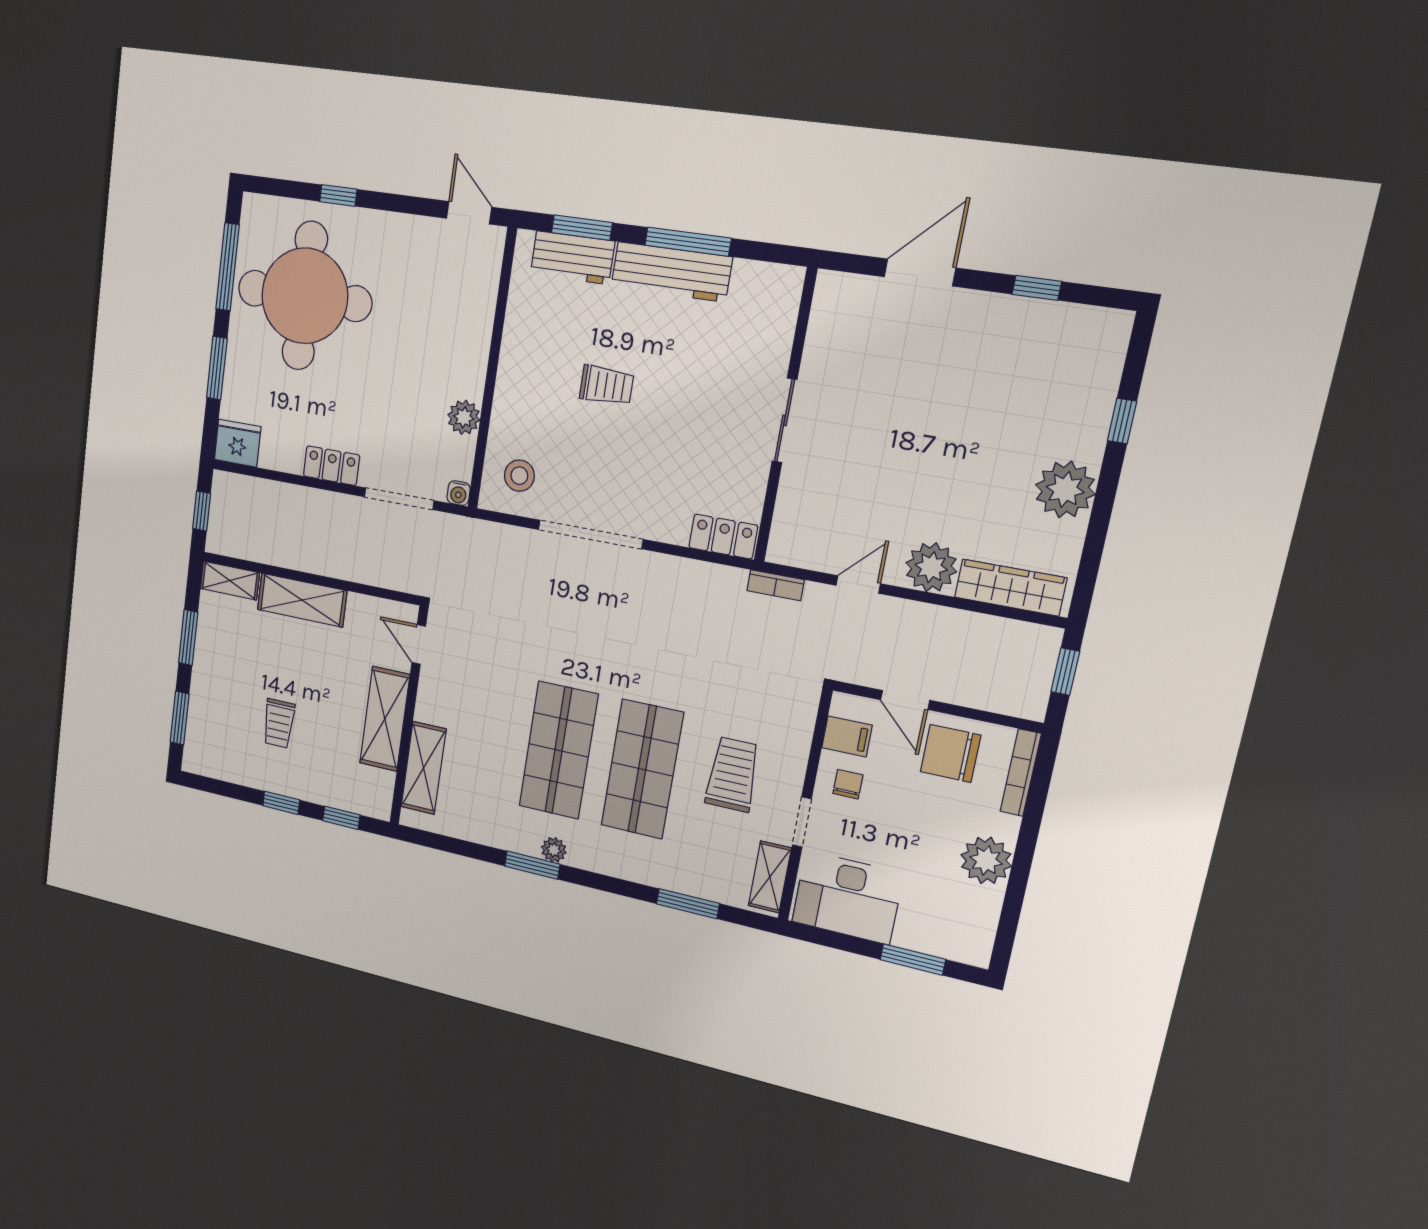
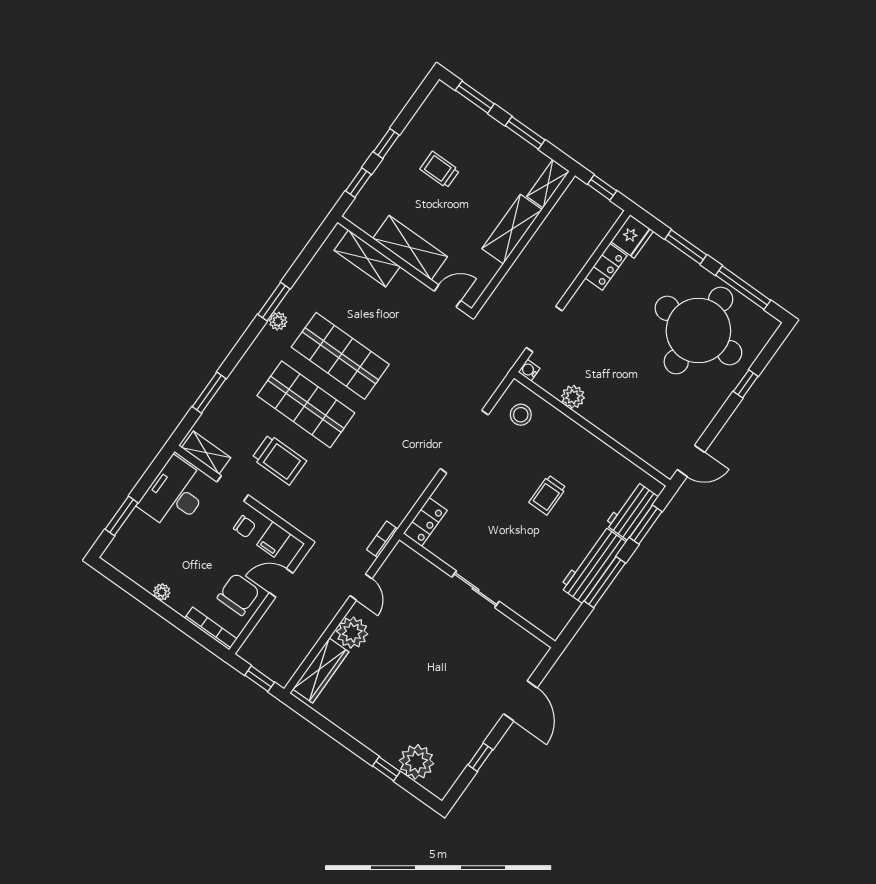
locker: (331, 466) -> (606, 267), moved
plant: (1065, 489) -> (417, 762), moved
plant: (986, 860) -> (162, 592), width x0.53, depth x0.53

